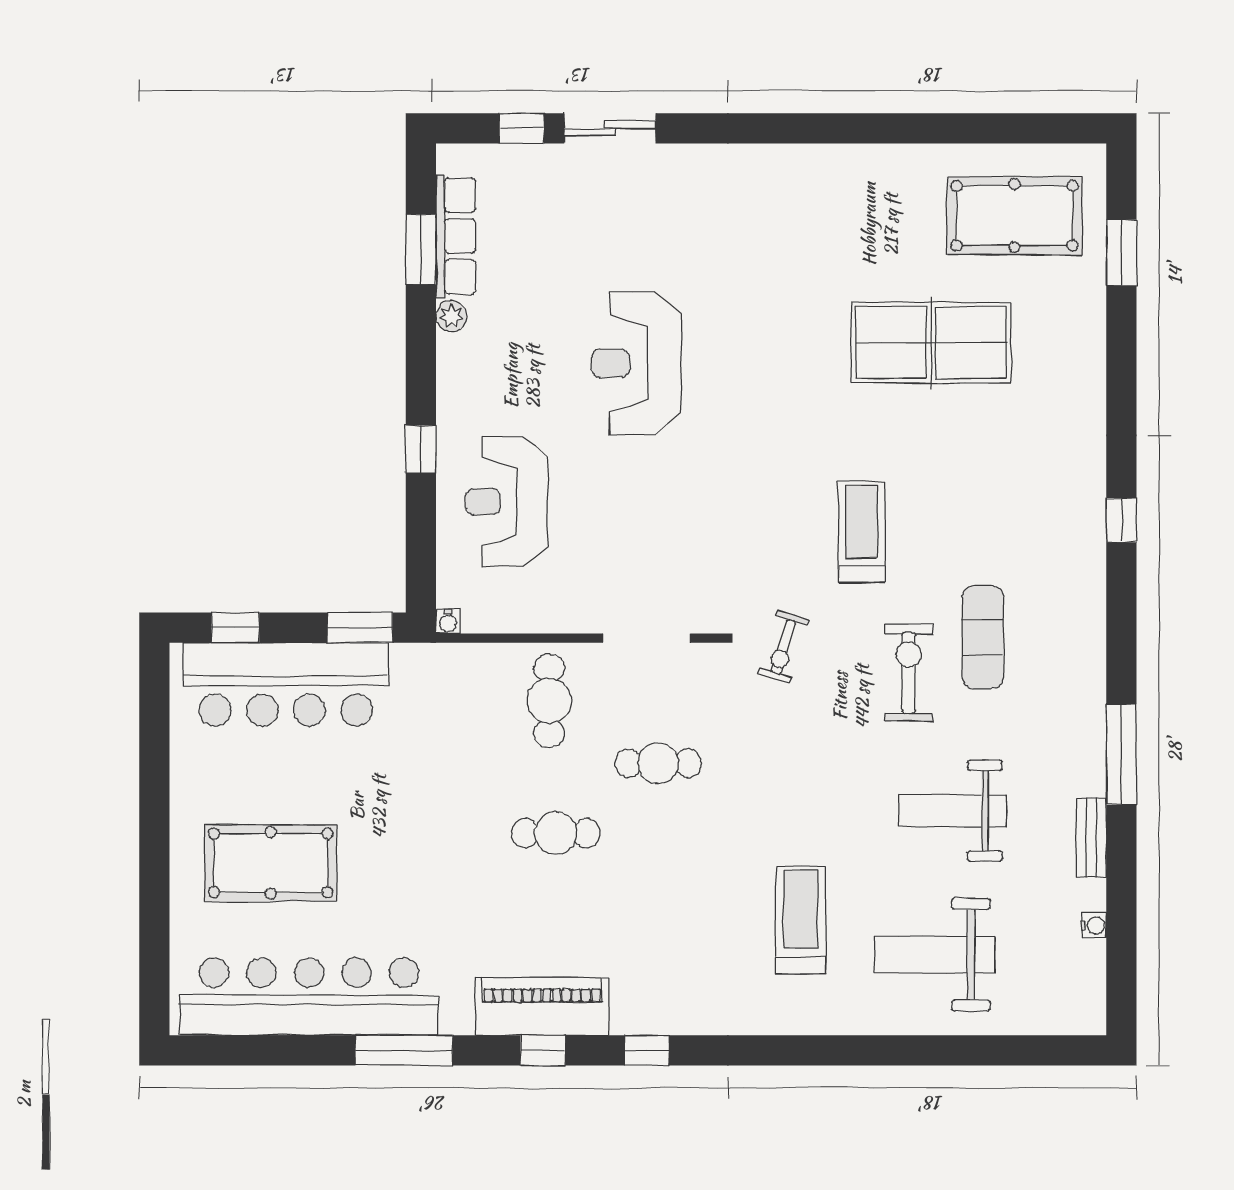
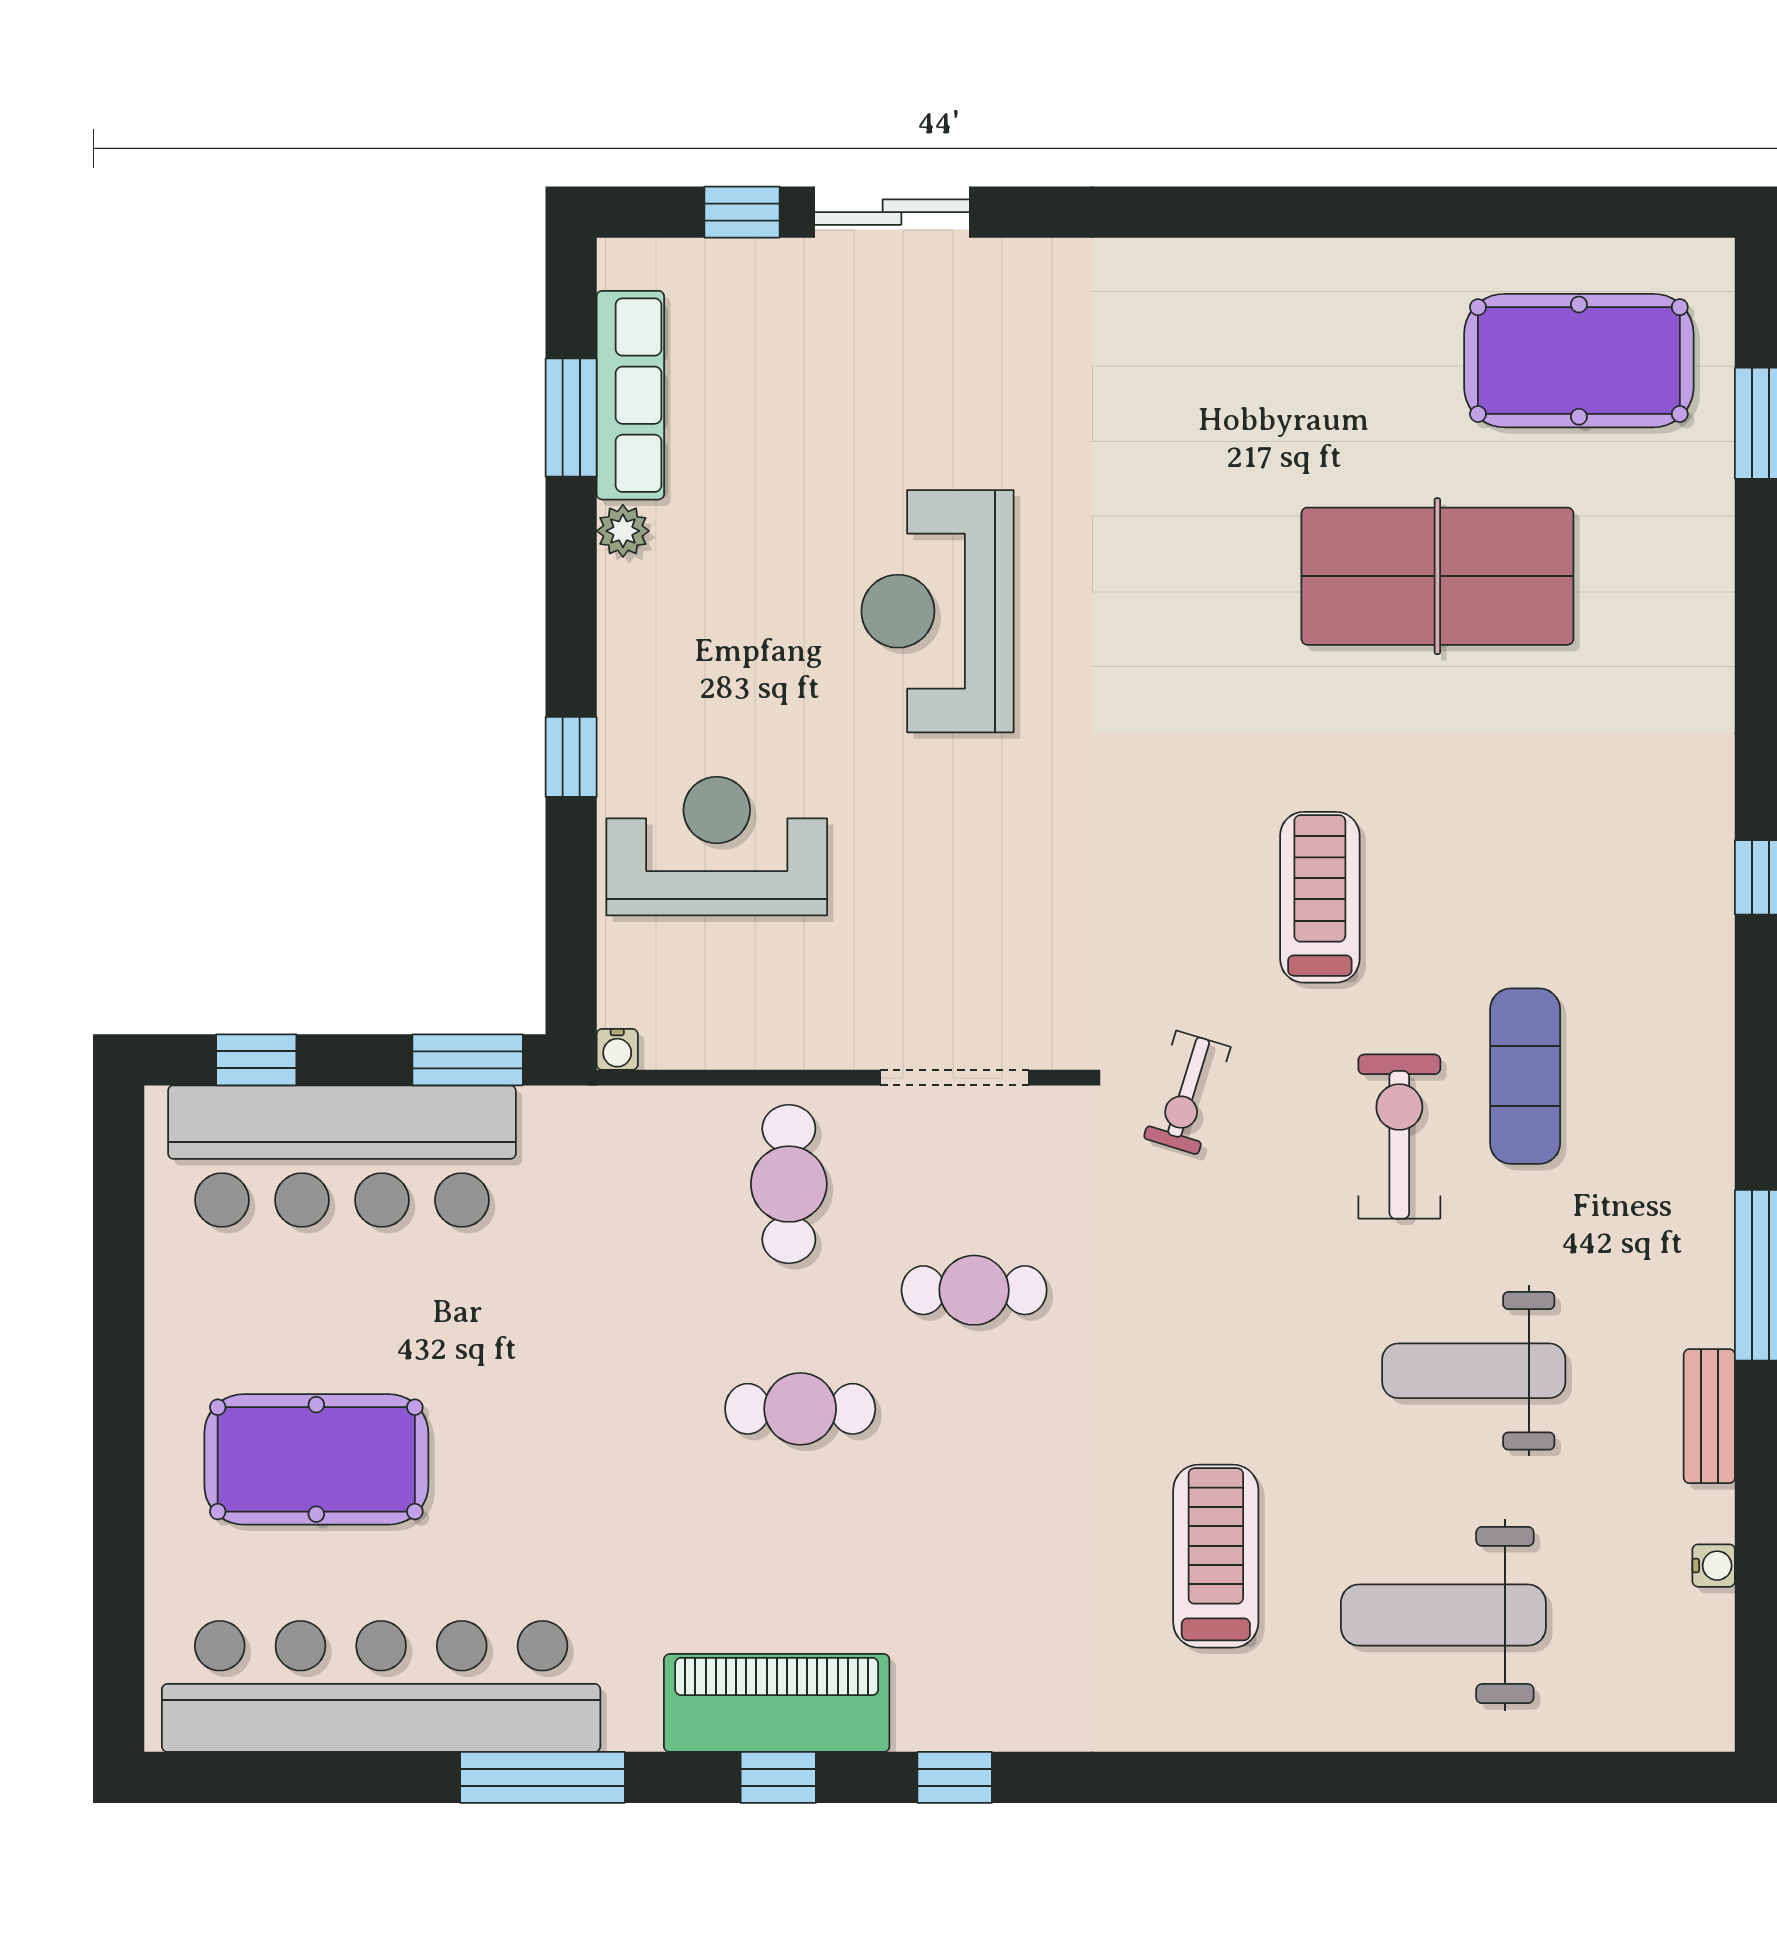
reception desk: (507, 502) -> (717, 846), turned 90

